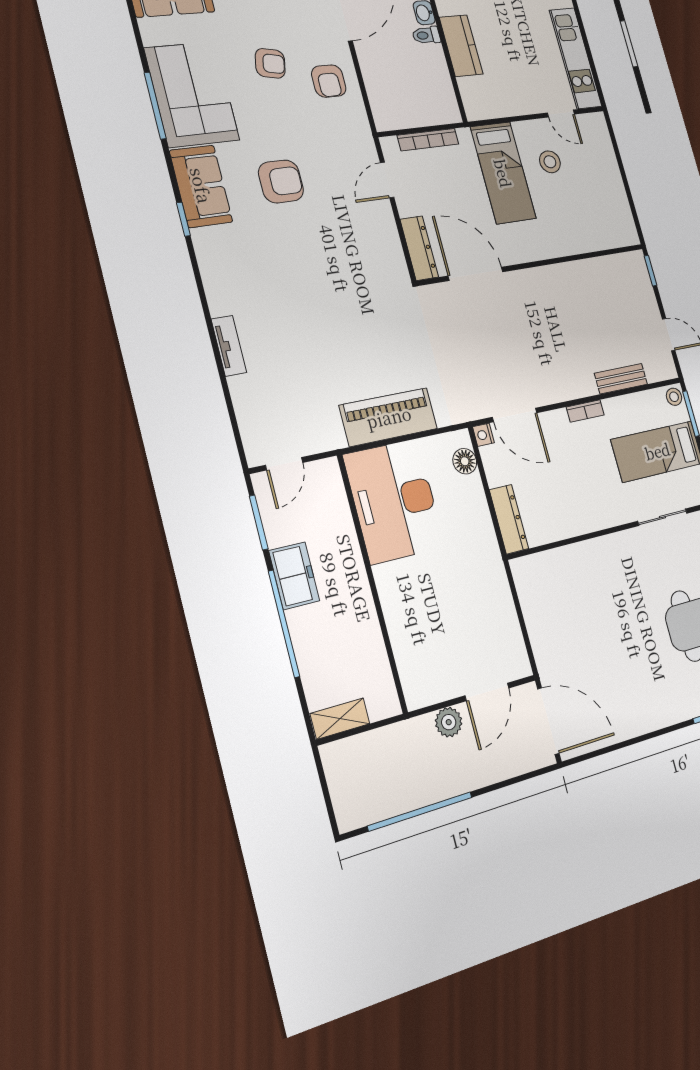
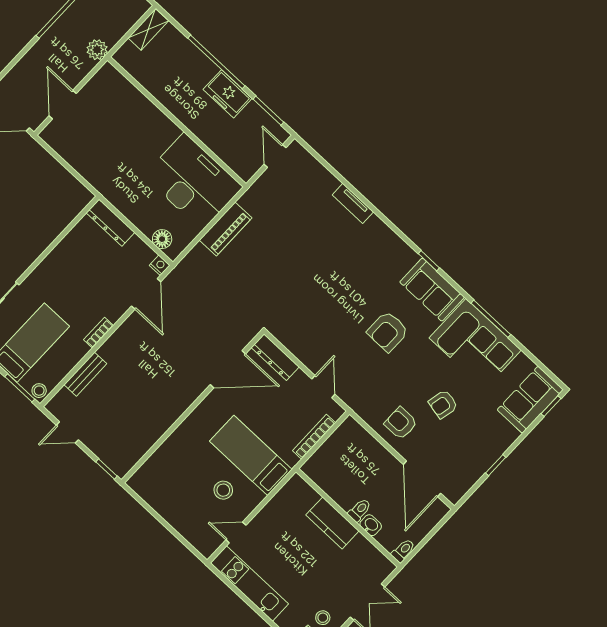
door: (515, 415) -> (146, 294), swing flipped
piano: (389, 417) -> (226, 229), width x0.73, depth x0.75
plant: (449, 722) -> (97, 50), moved

